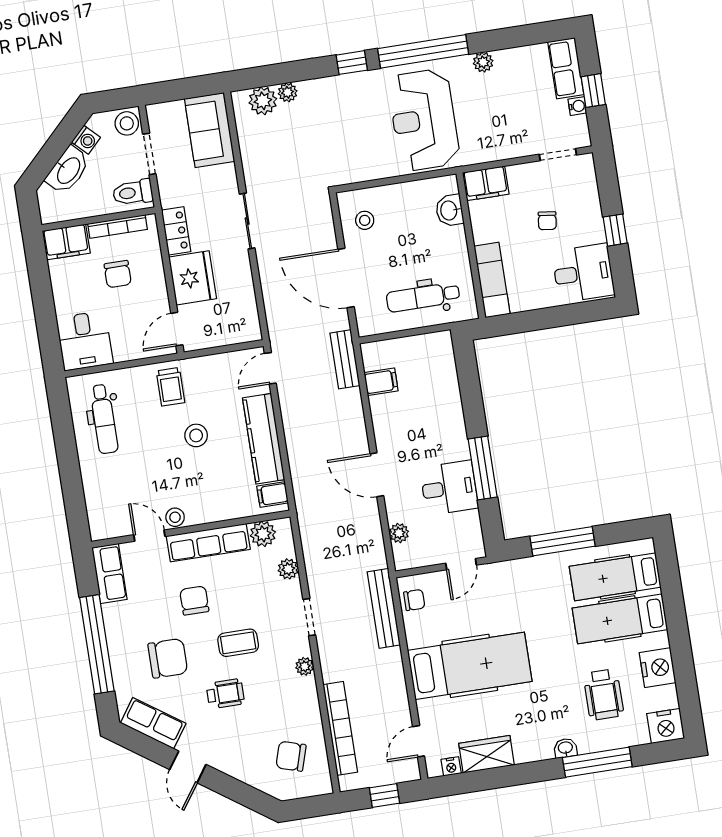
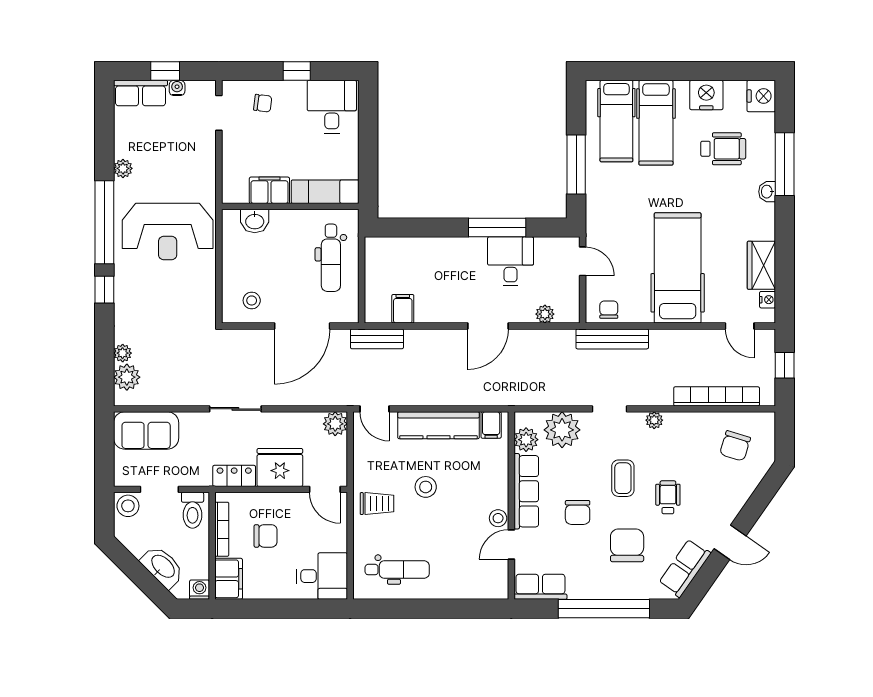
washing machine: (86, 140) -> (199, 590), moved, turned -45
filing cabinet: (486, 183) -> (269, 190), moved, turned -90
chair: (547, 221) -> (263, 103), moved
plant: (248, 329) -> (335, 424), added
plant: (288, 569) -> (562, 430), width x1.88, depth x1.88
chair: (194, 600) -> (578, 512), turned -90

